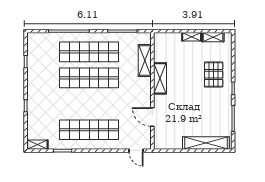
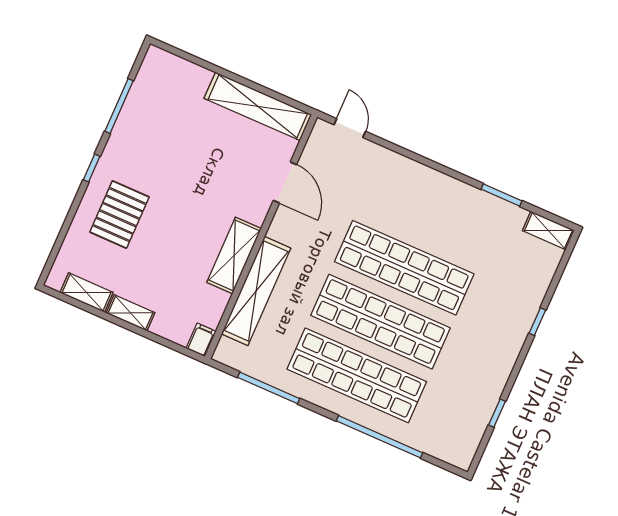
filing cabinet: (158, 38) -> (201, 340), added
shelving: (145, 60) -> (256, 291), width x1.47
shop shelf: (89, 130) -> (404, 268), moved
shelving: (206, 143) -> (258, 106), moved

